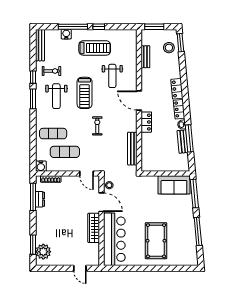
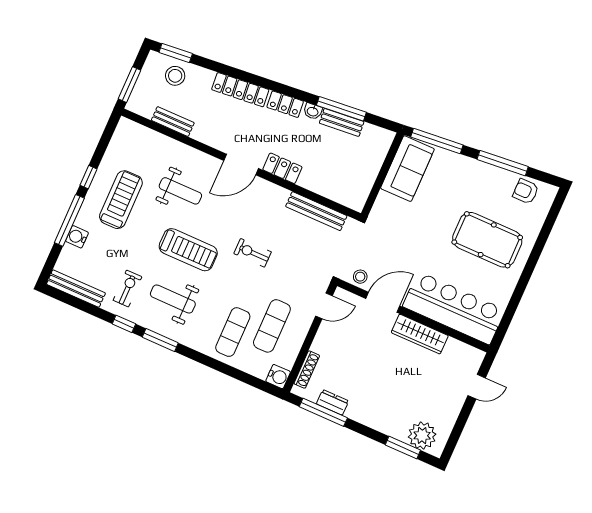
locker: (177, 89) -> (240, 90), width x1.53
weight bench: (56, 96) -> (173, 299), turned 180
armchair: (189, 249) -> (526, 191), added

